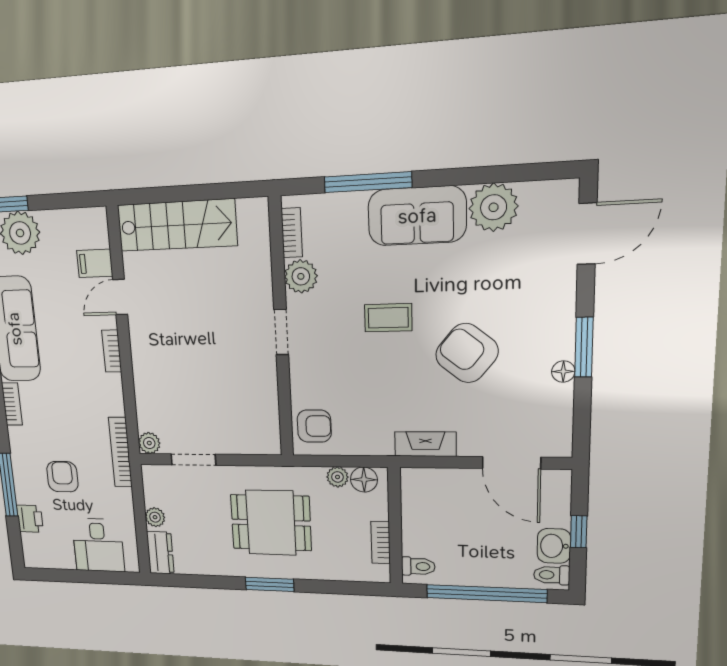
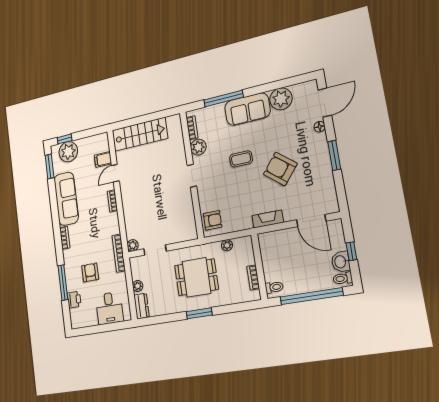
floor lamp: (563, 372) -> (320, 127), moved
floor lamp: (364, 480) -> (240, 244), removed

